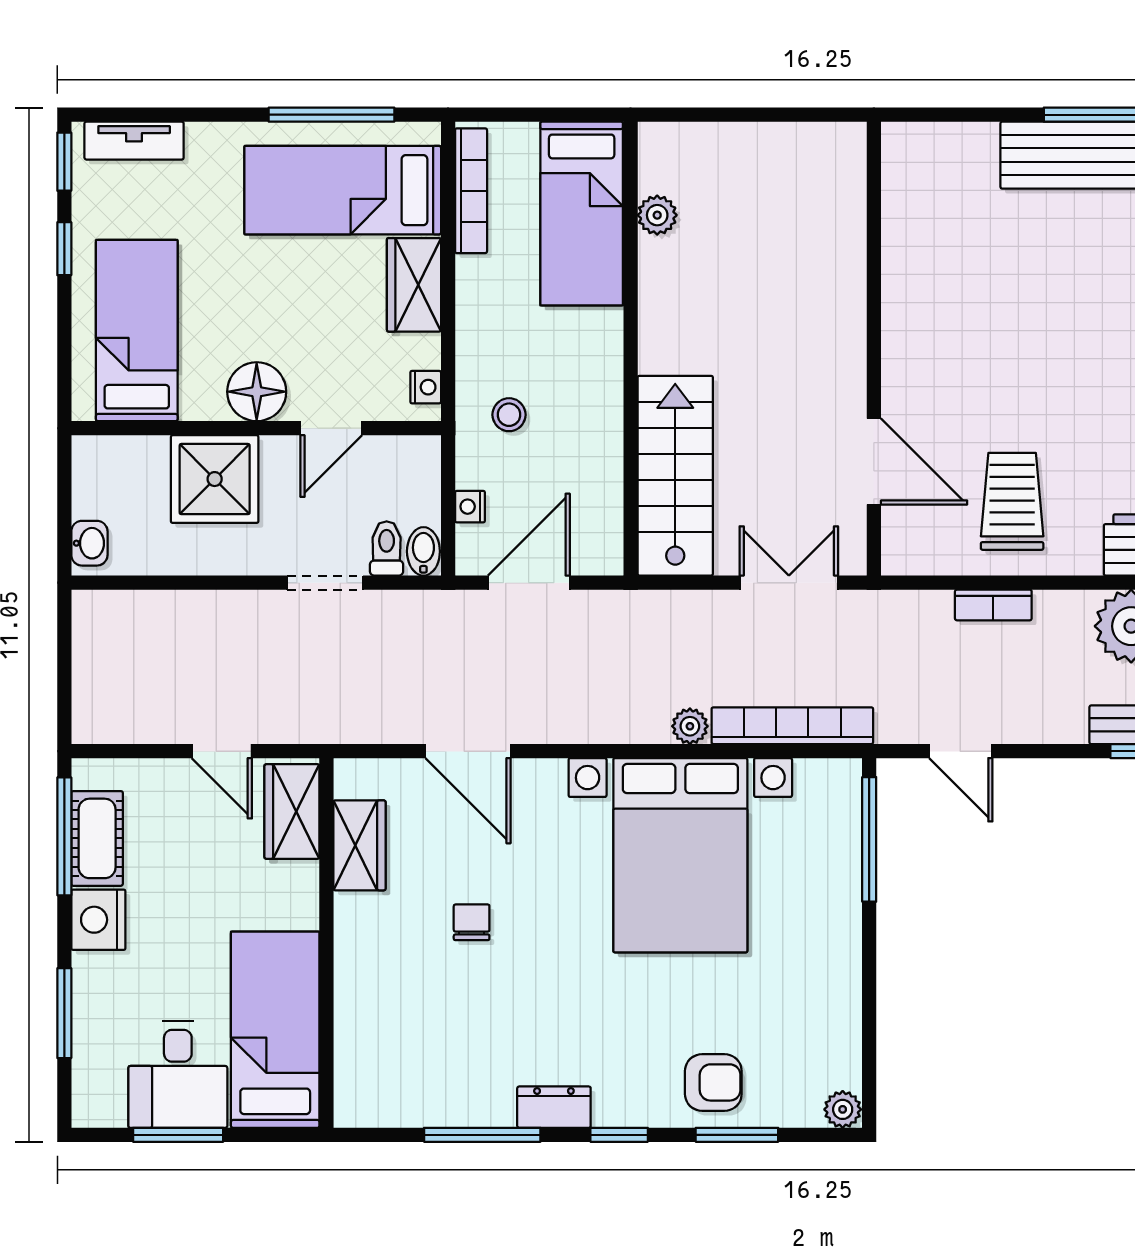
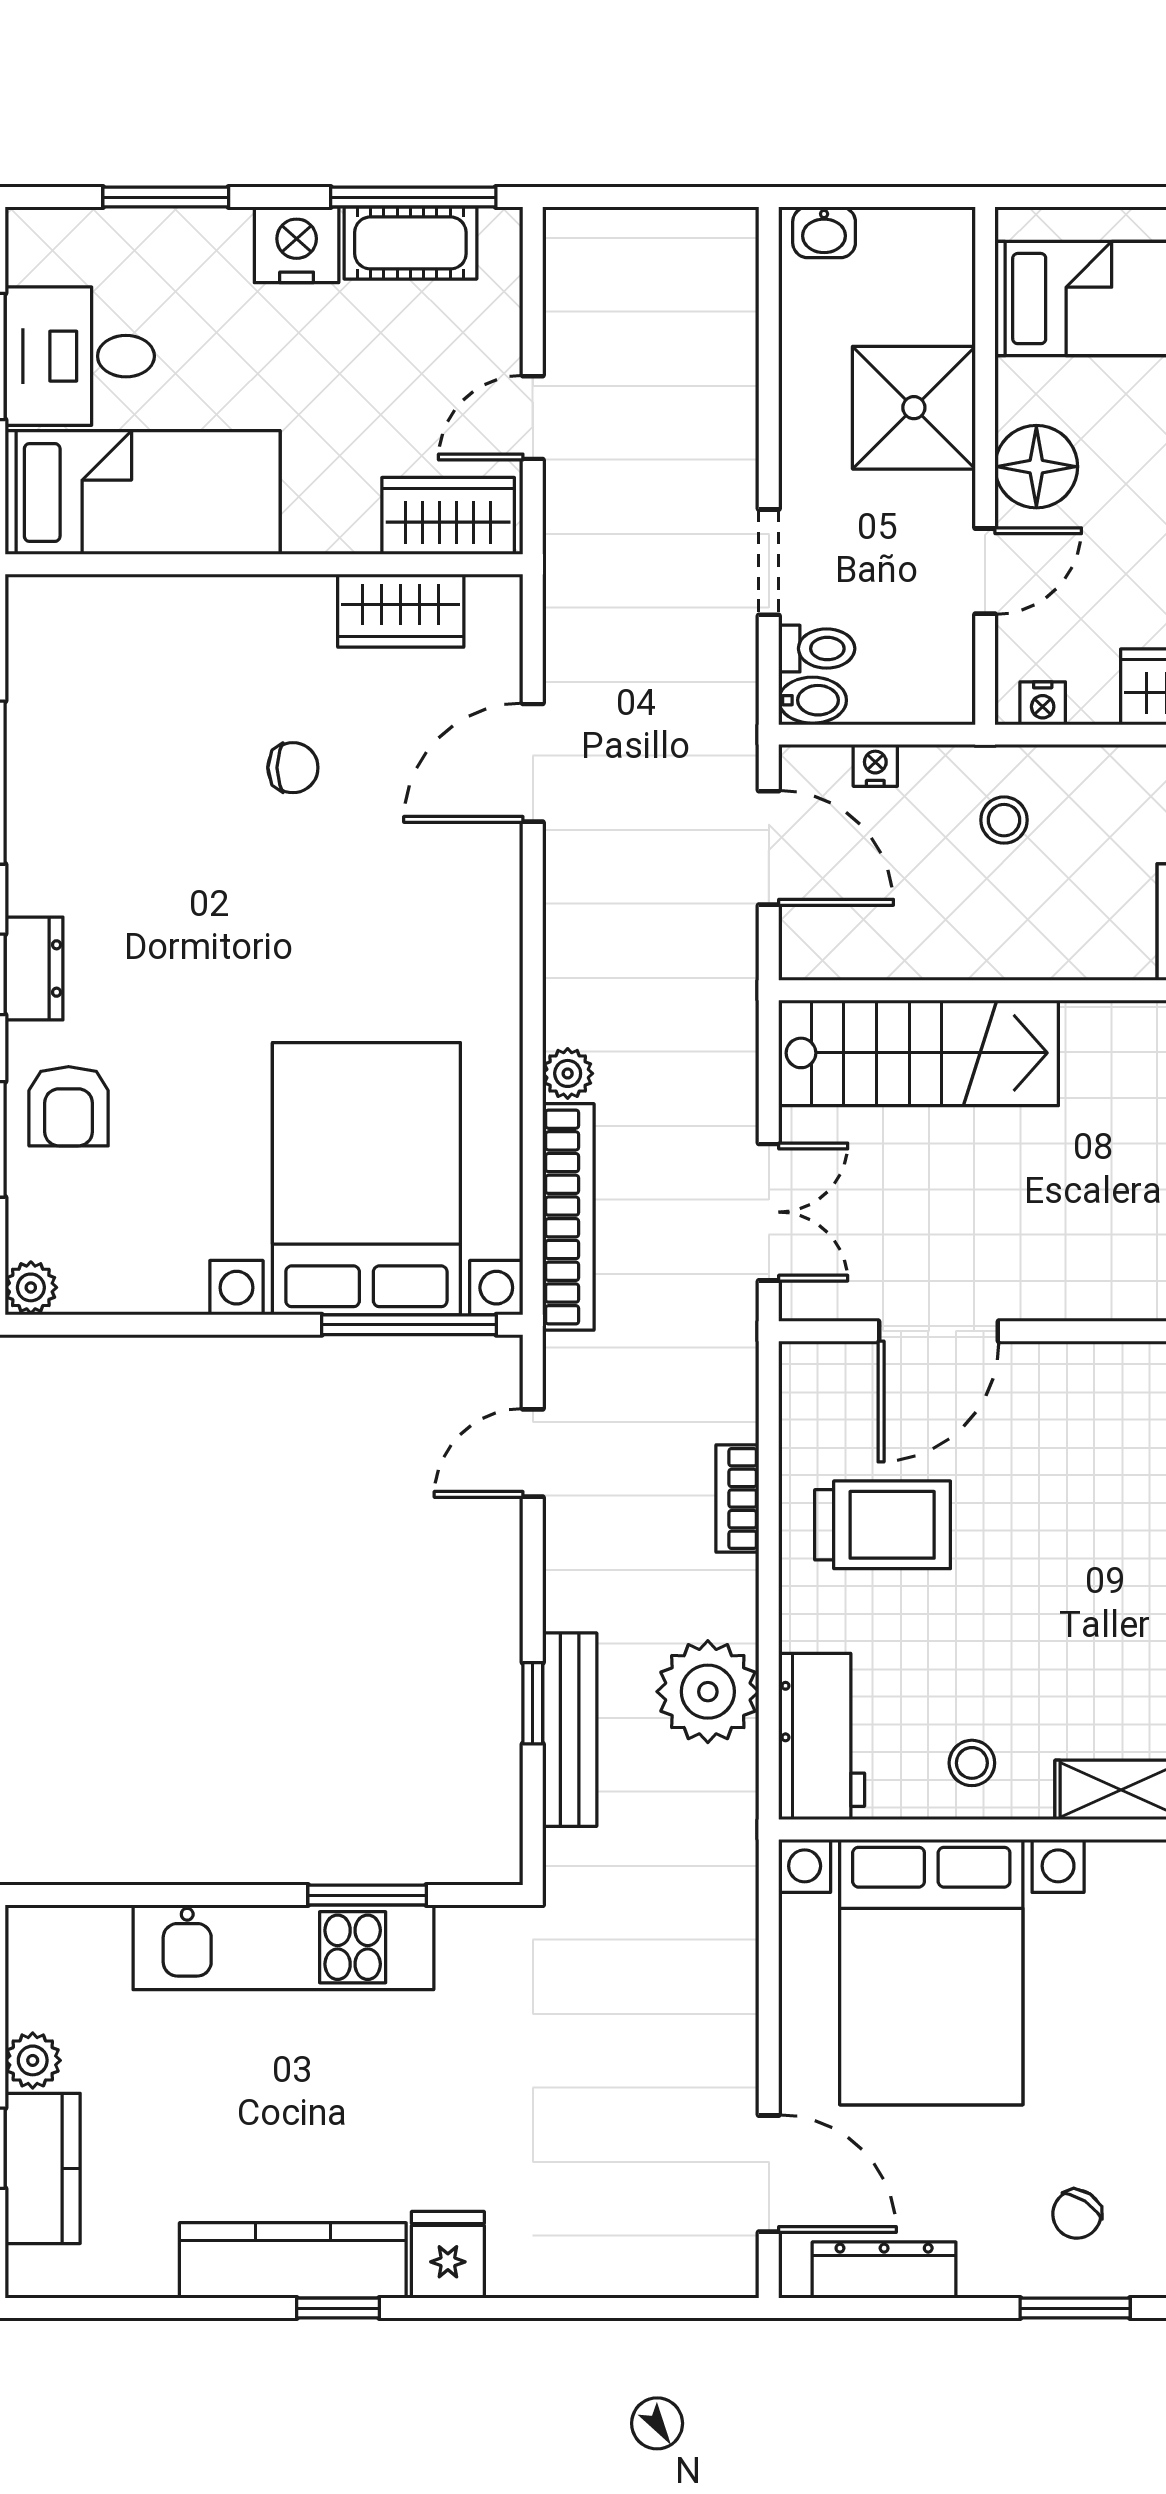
door: (331, 428) -> (985, 571), swing flipped
bed with nightstands: (680, 855) -> (366, 1179), moved, turned 90
dresser: (554, 1107) -> (34, 969), moved

